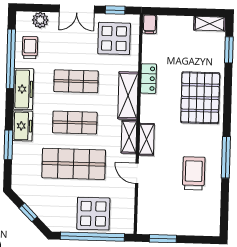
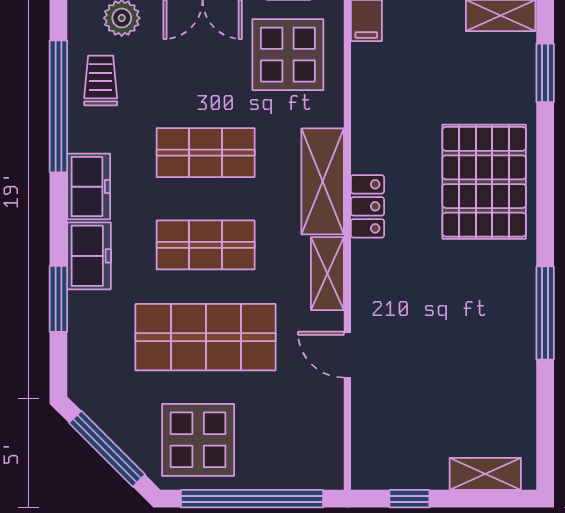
locker: (149, 79) -> (367, 206), moved
freezer: (23, 89) -> (89, 187), width x0.71
shelving: (147, 139) -> (485, 474), moved, turned 90
trolley: (194, 173) -> (474, 351), removed
window: (28, 212) -> (107, 449), width x2.17
display table: (93, 214) -> (198, 440), moved
window: (163, 239) -> (409, 499), width x0.67

